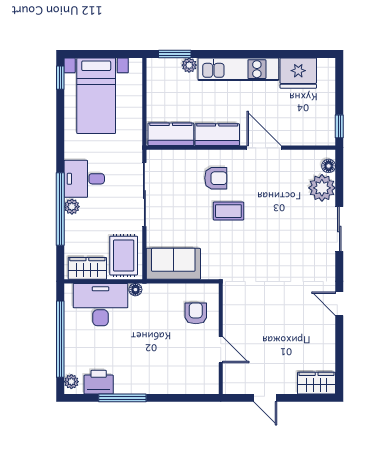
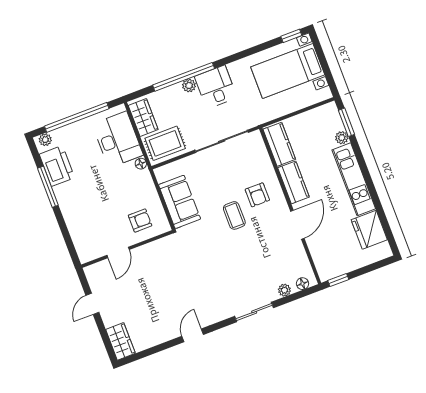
plant: (322, 188) -> (284, 290), width x0.53, depth x0.53
sofa: (173, 264) -> (180, 202), moved
printer: (99, 382) -> (57, 166), width x1.37, depth x1.19

